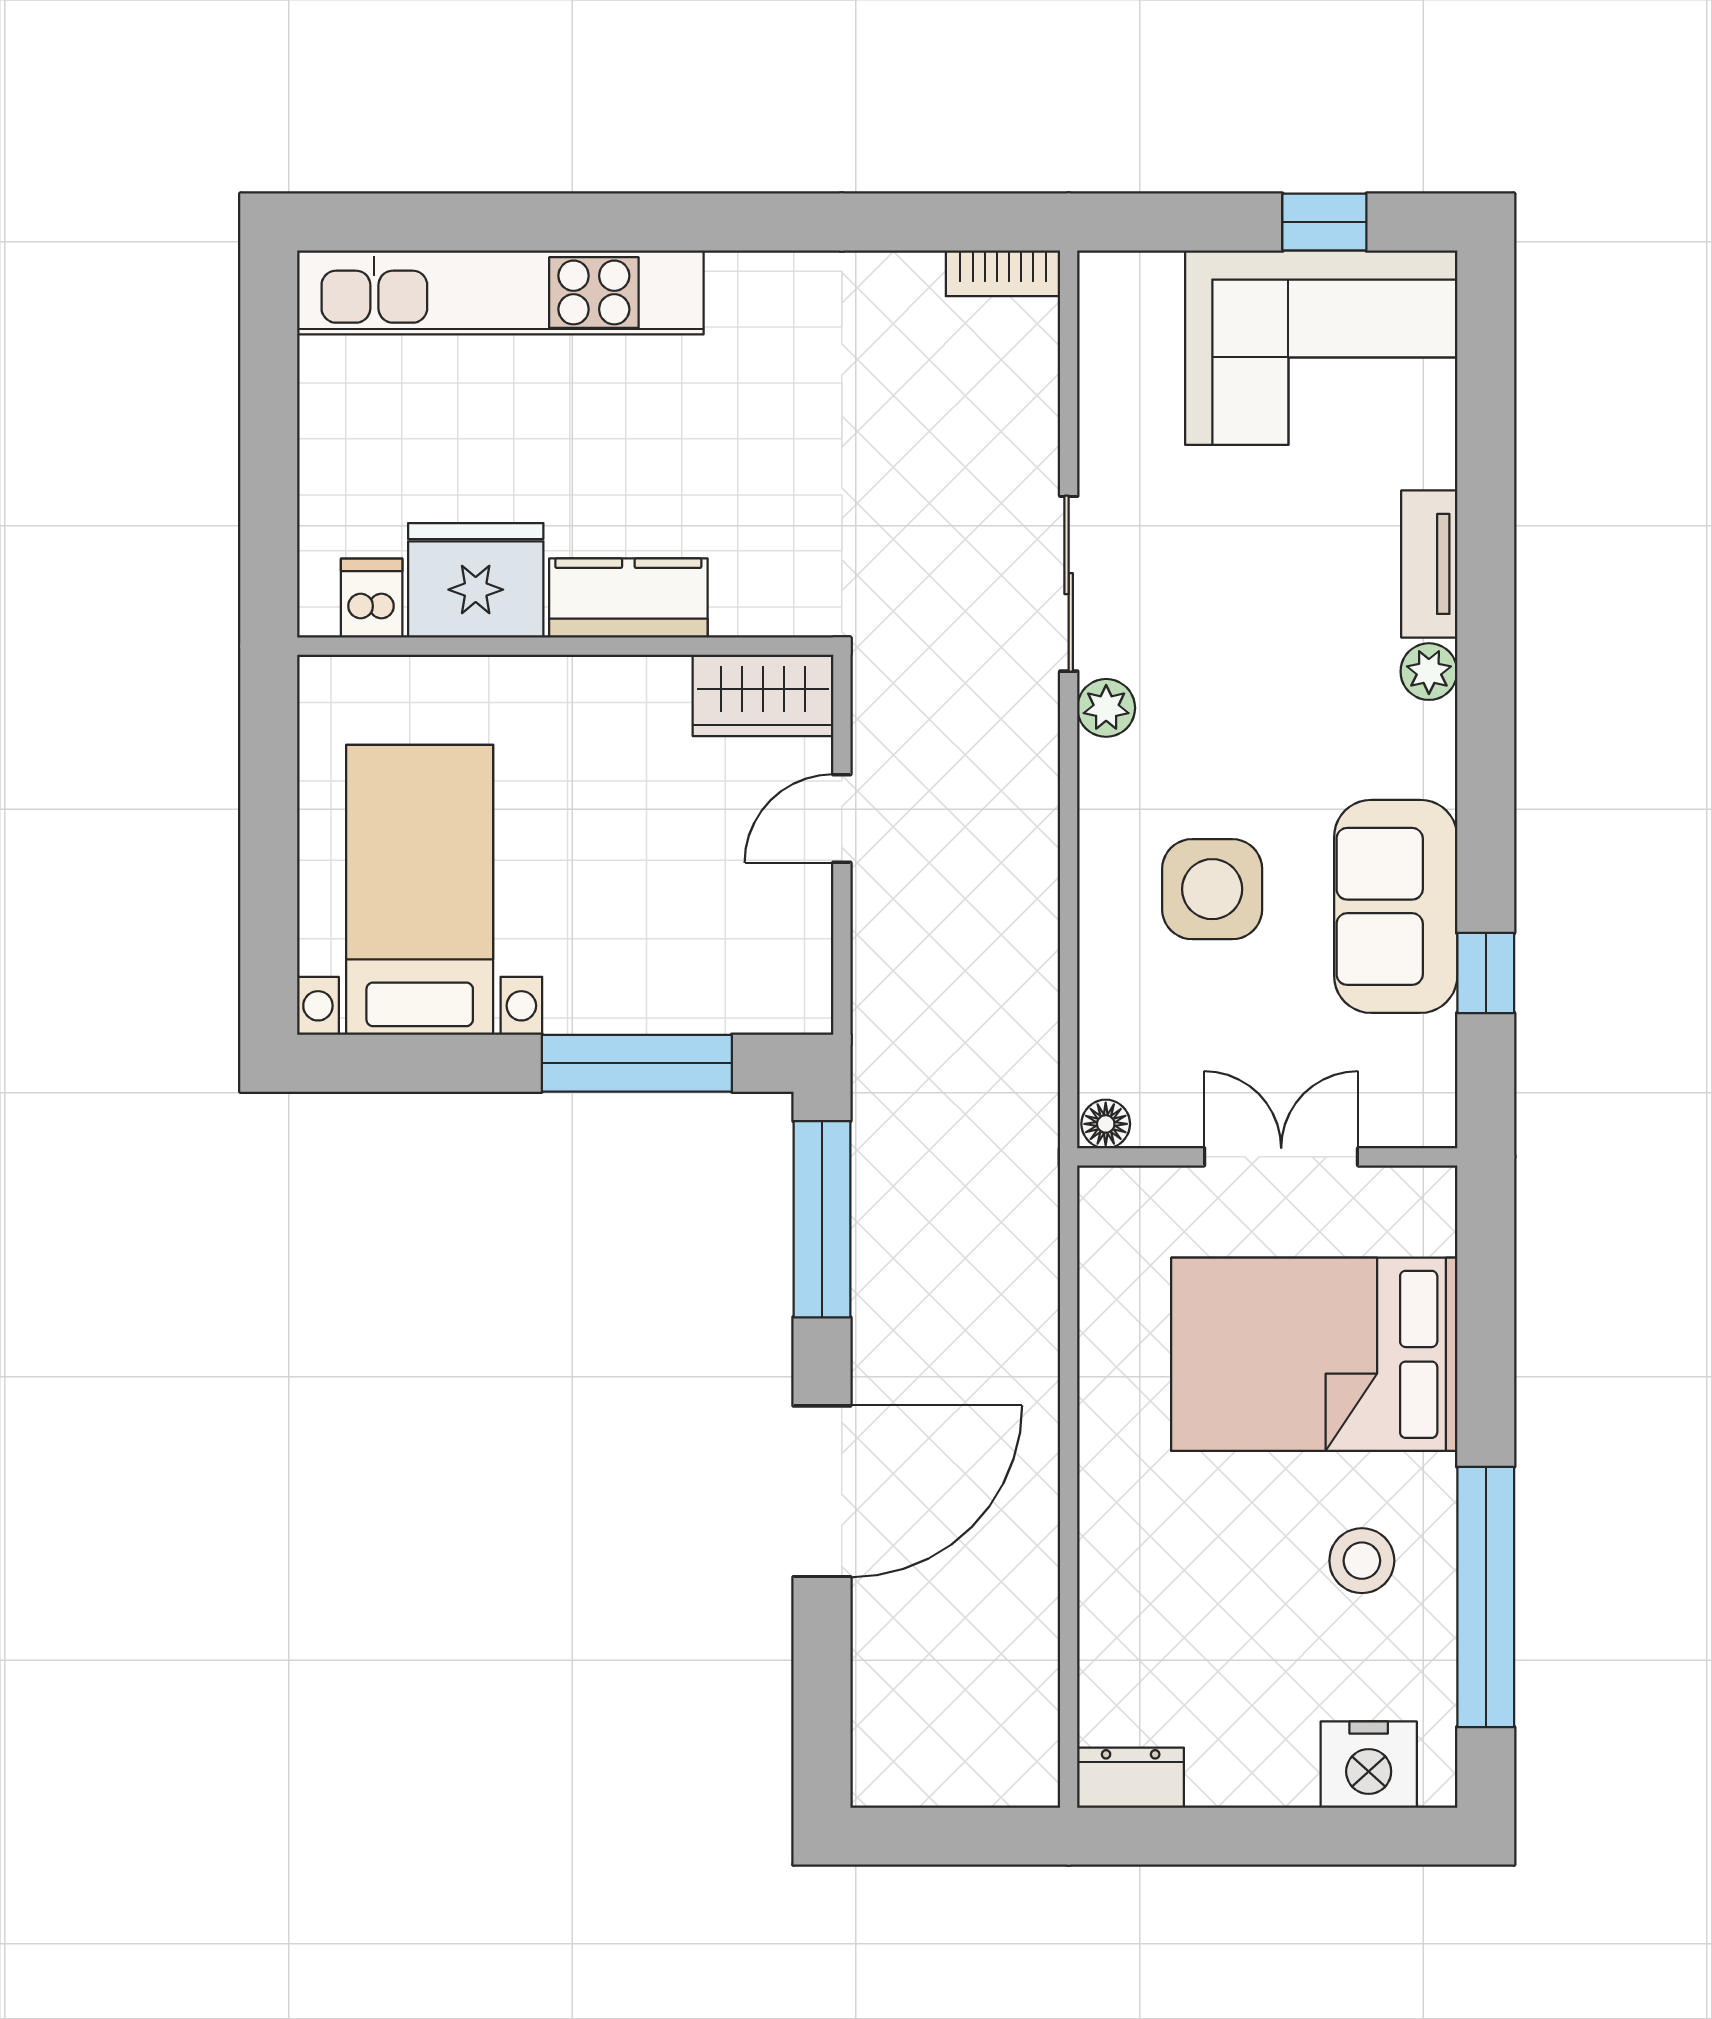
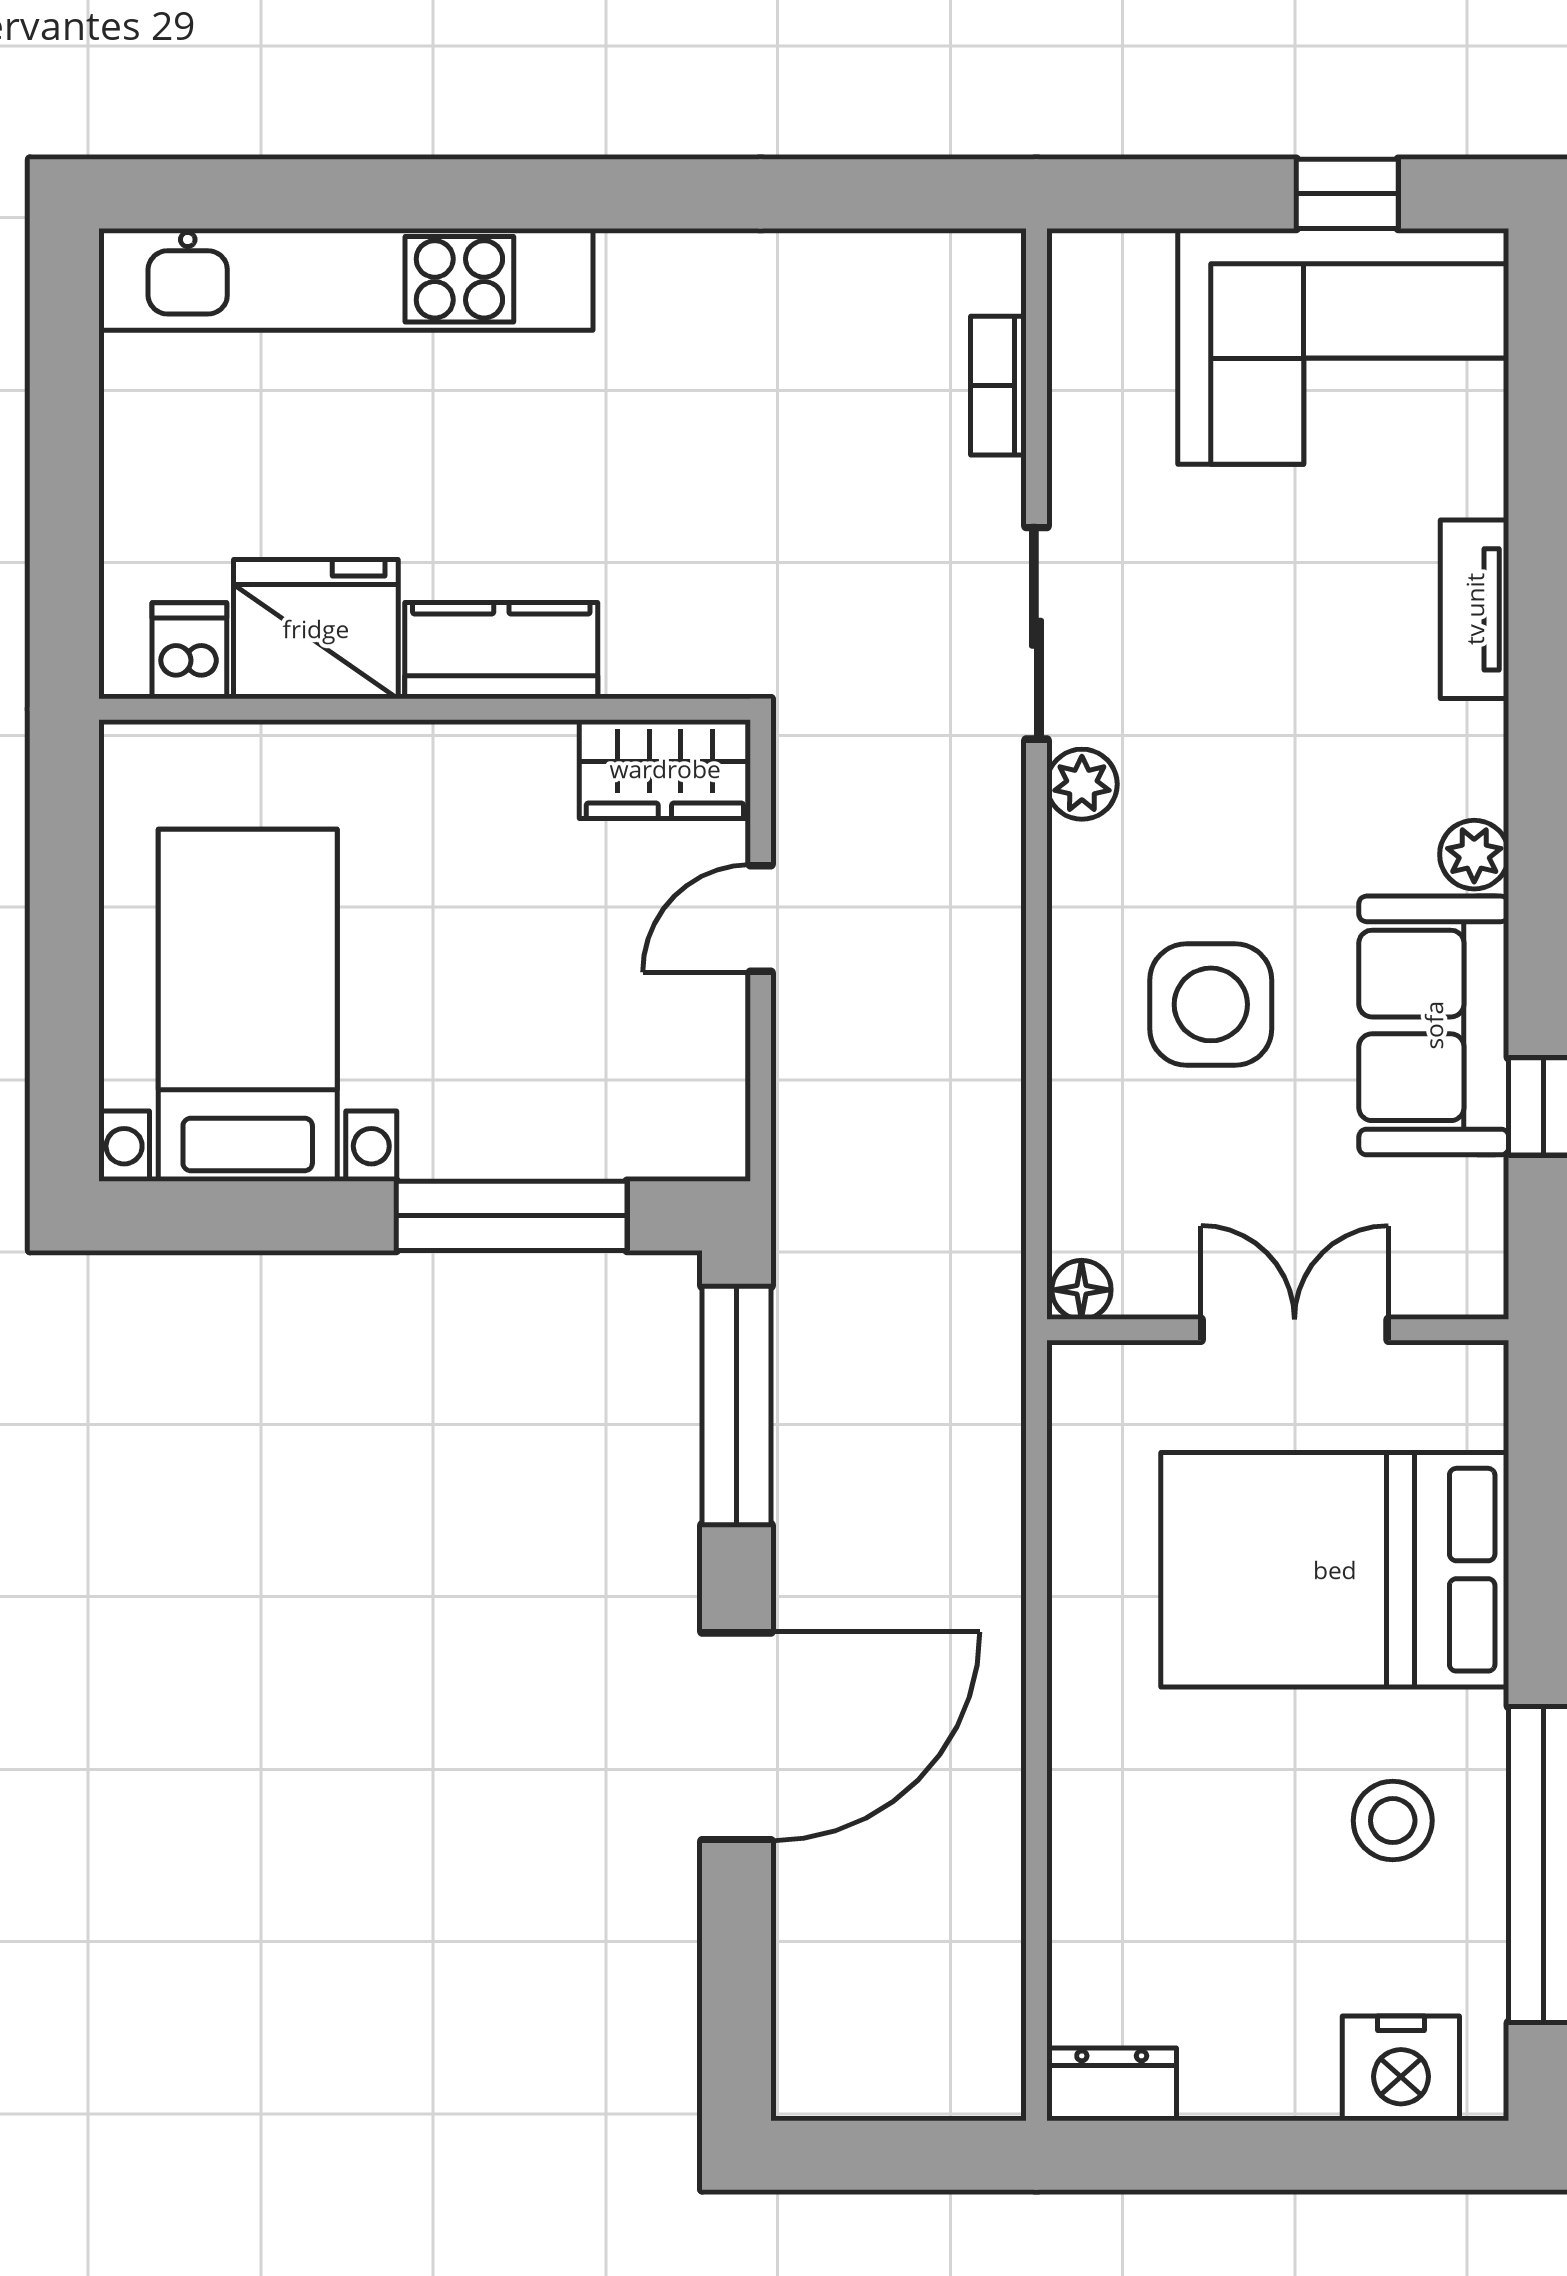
bookcase: (1003, 273) -> (998, 386), moved, turned 90
plant: (1429, 672) -> (1474, 855), moved

